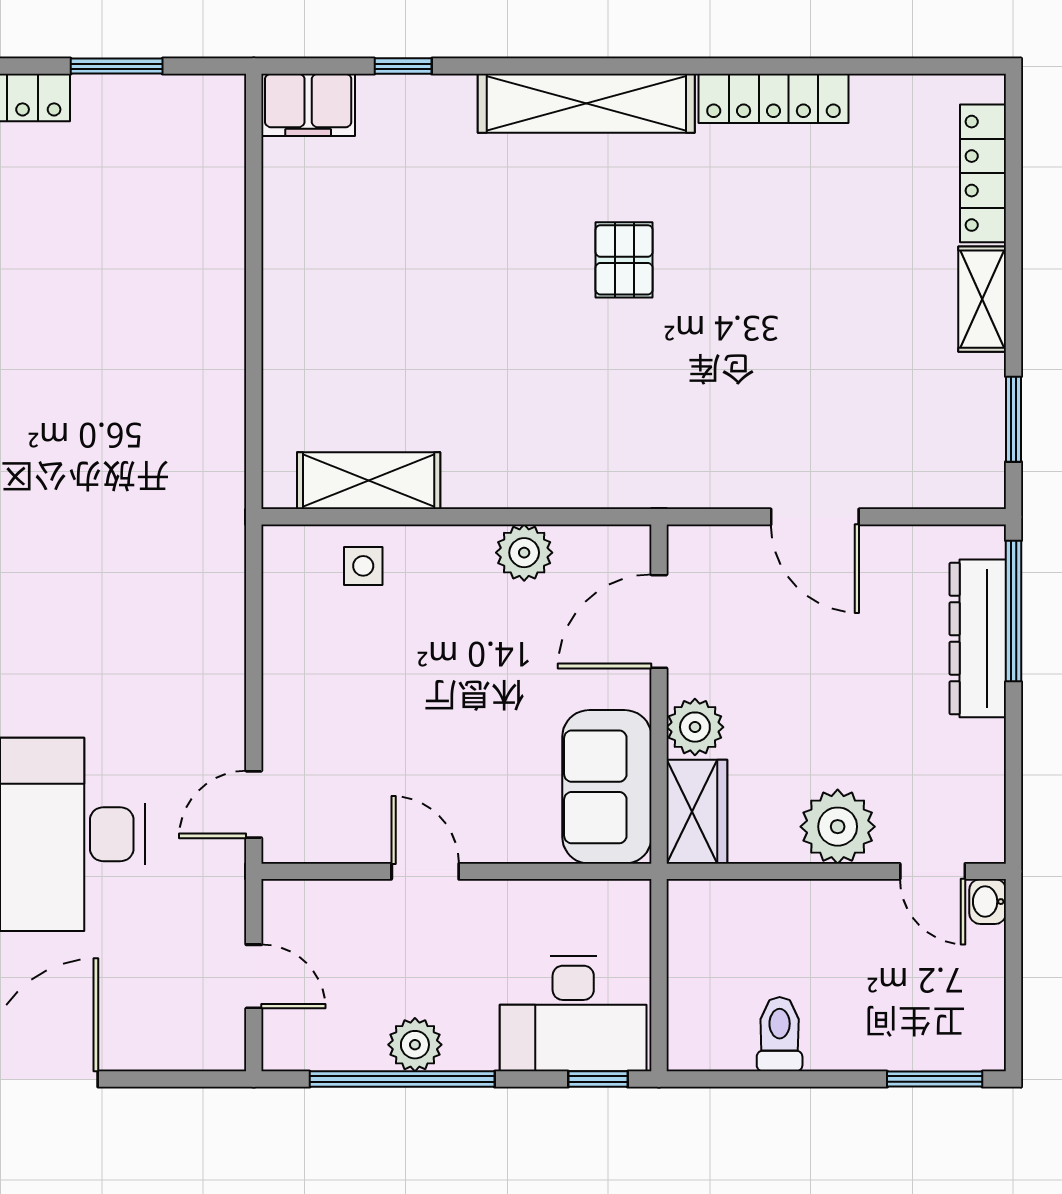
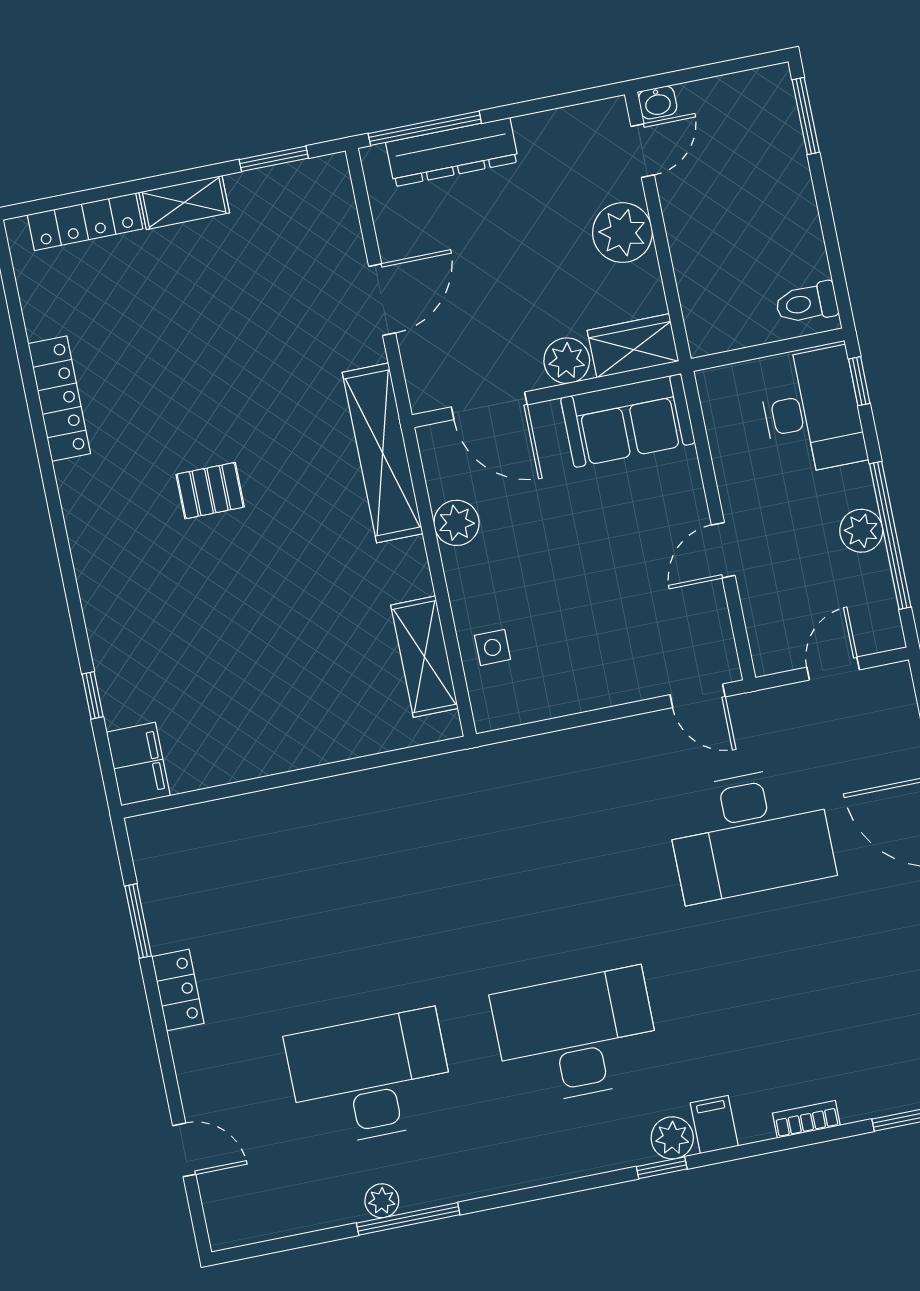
shelving: (586, 103) -> (383, 453), moved
toilet: (780, 1034) -> (807, 303), moved

